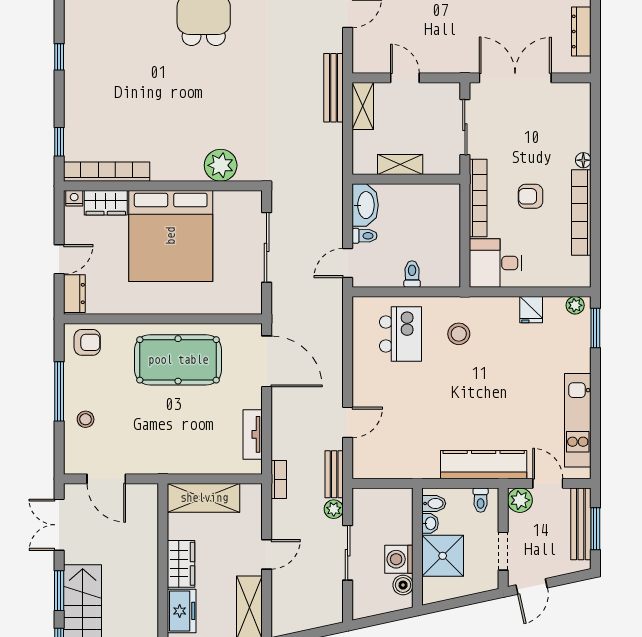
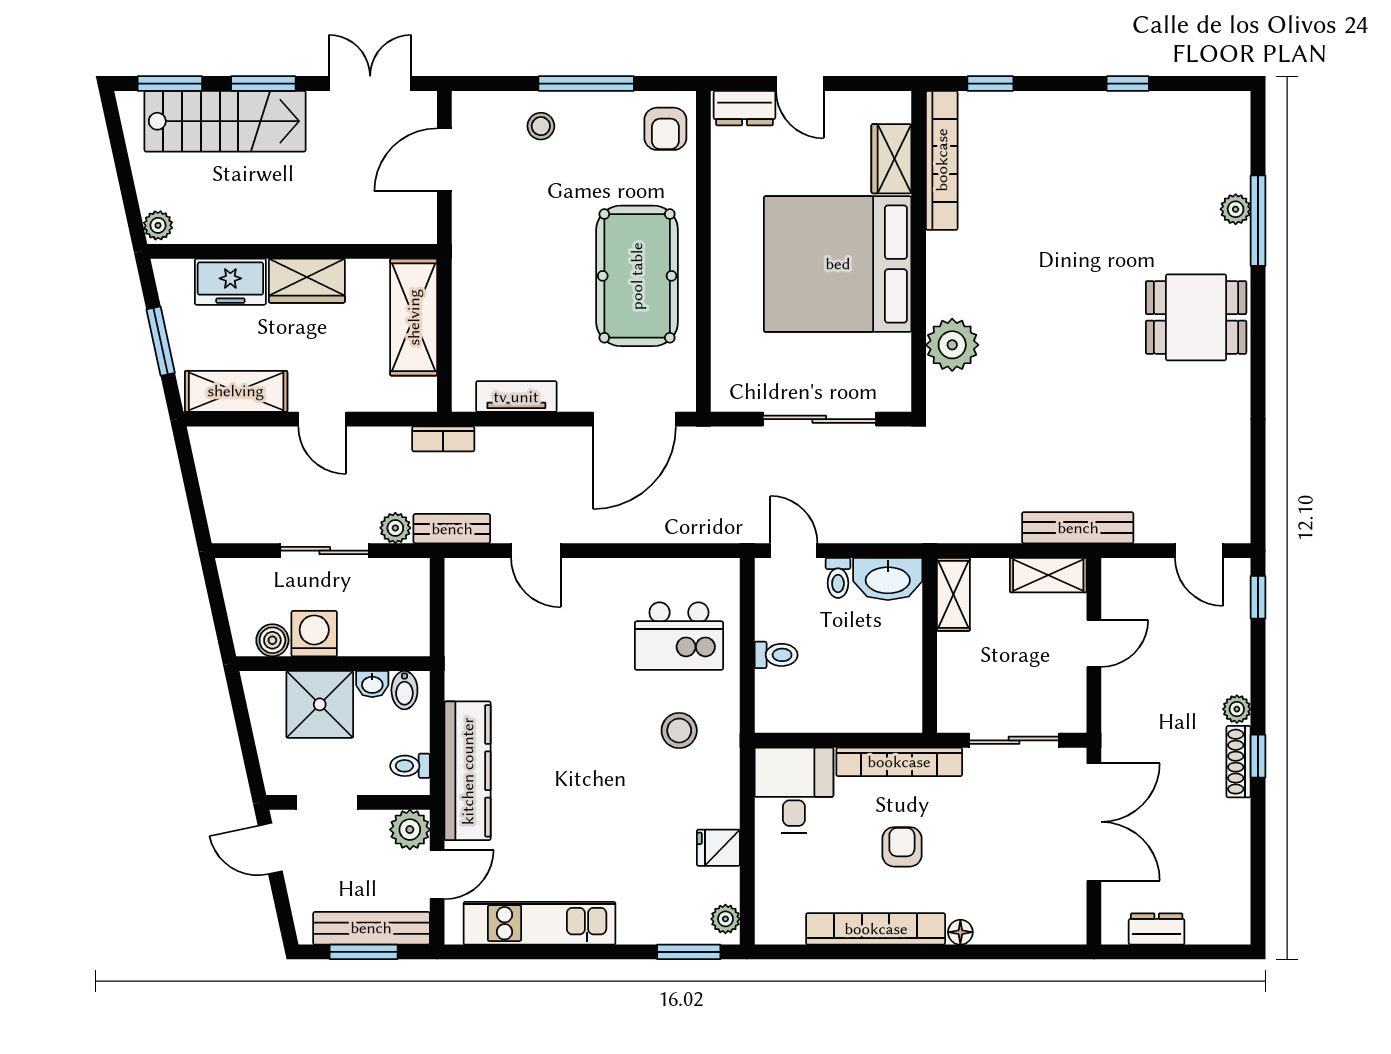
dresser: (581, 31) -> (1157, 929), width x0.70
shelving: (400, 165) -> (953, 594), moved
nightstand: (74, 198) -> (899, 108), removed

